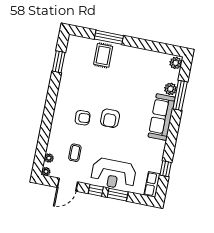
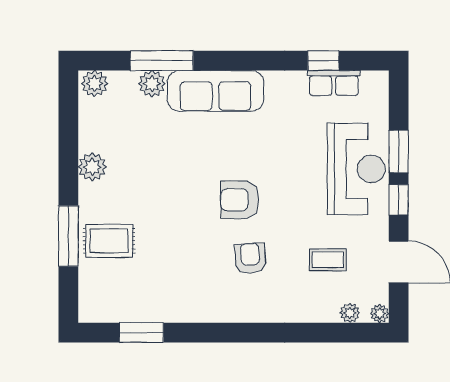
plant: (138, 54) -> (92, 167), added
armchair: (110, 118) -> (240, 200), turned 180
row of seats: (152, 184) -> (334, 83), moved

